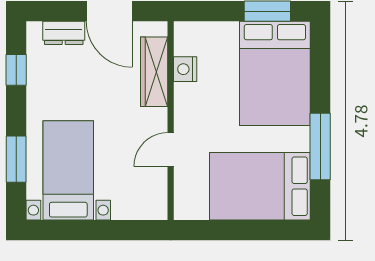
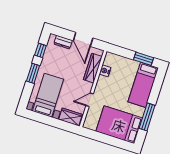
bed: (275, 73) -> (143, 85), width x0.67
window: (16, 159) -> (33, 73), moved
wardrobe: (138, 205) -> (71, 117), added

